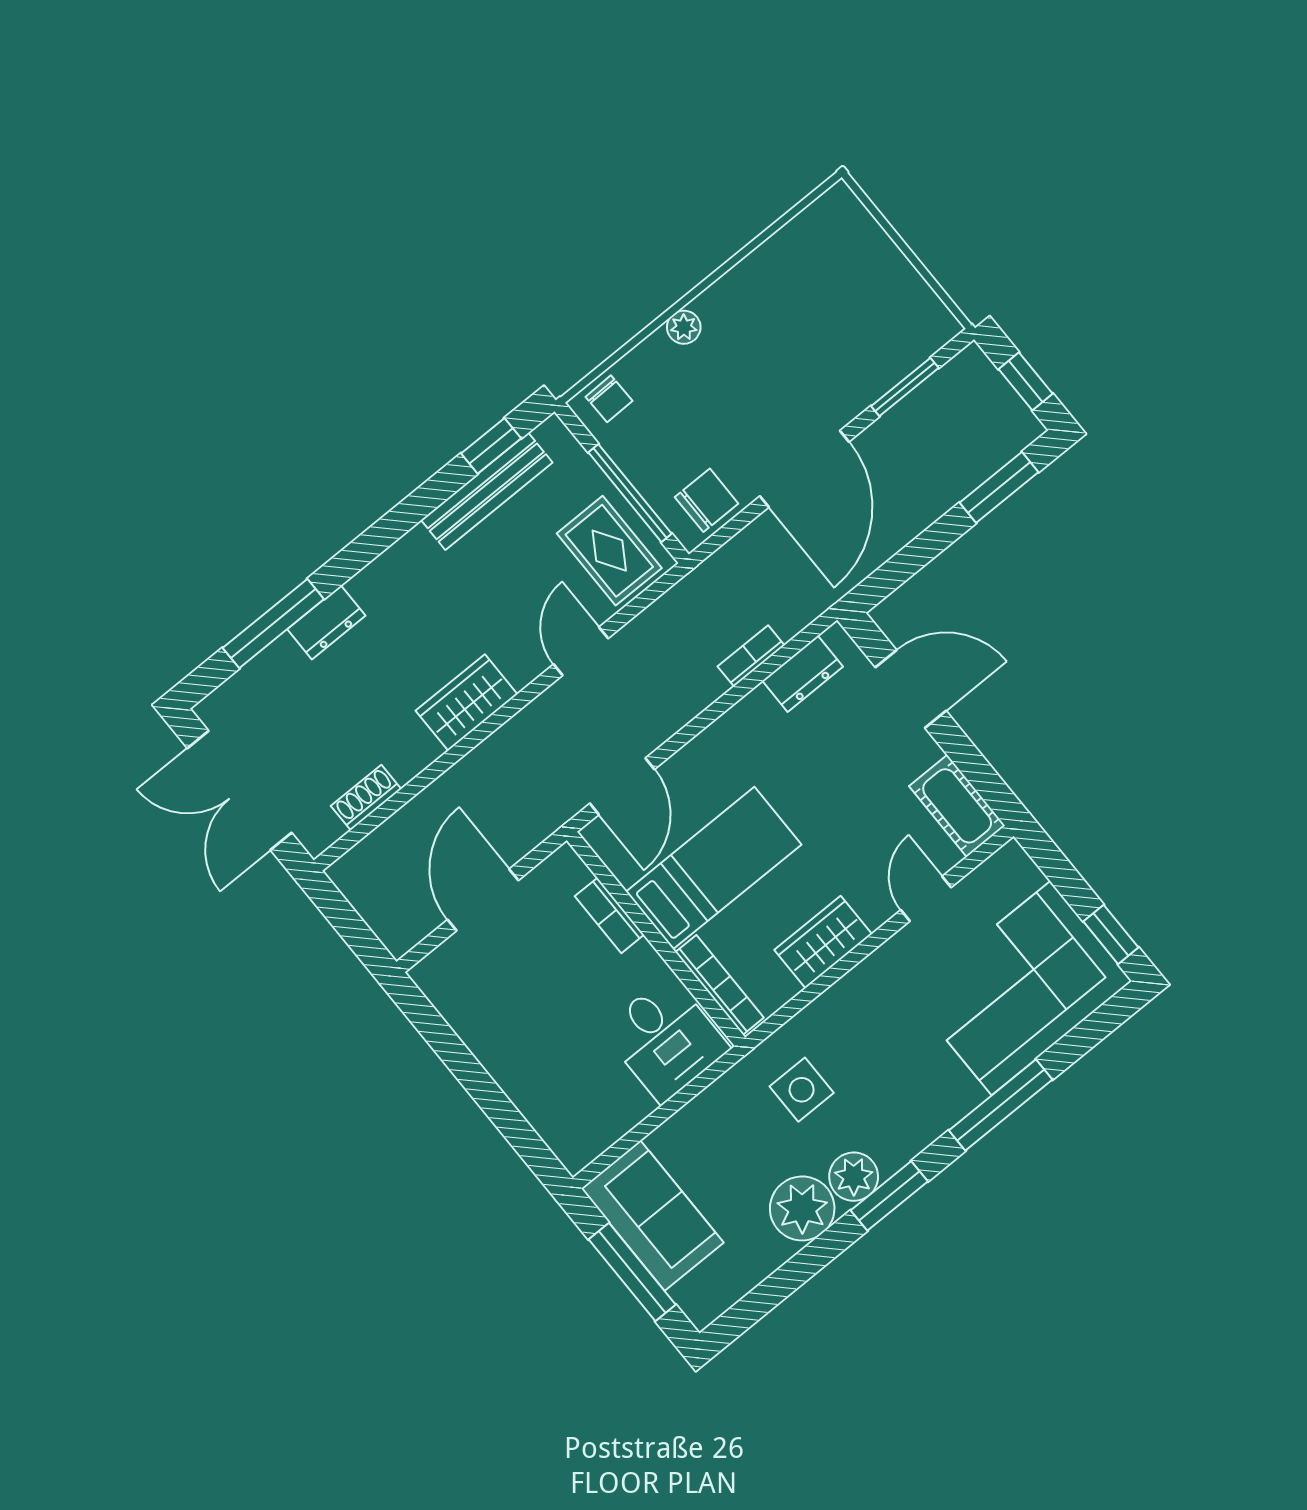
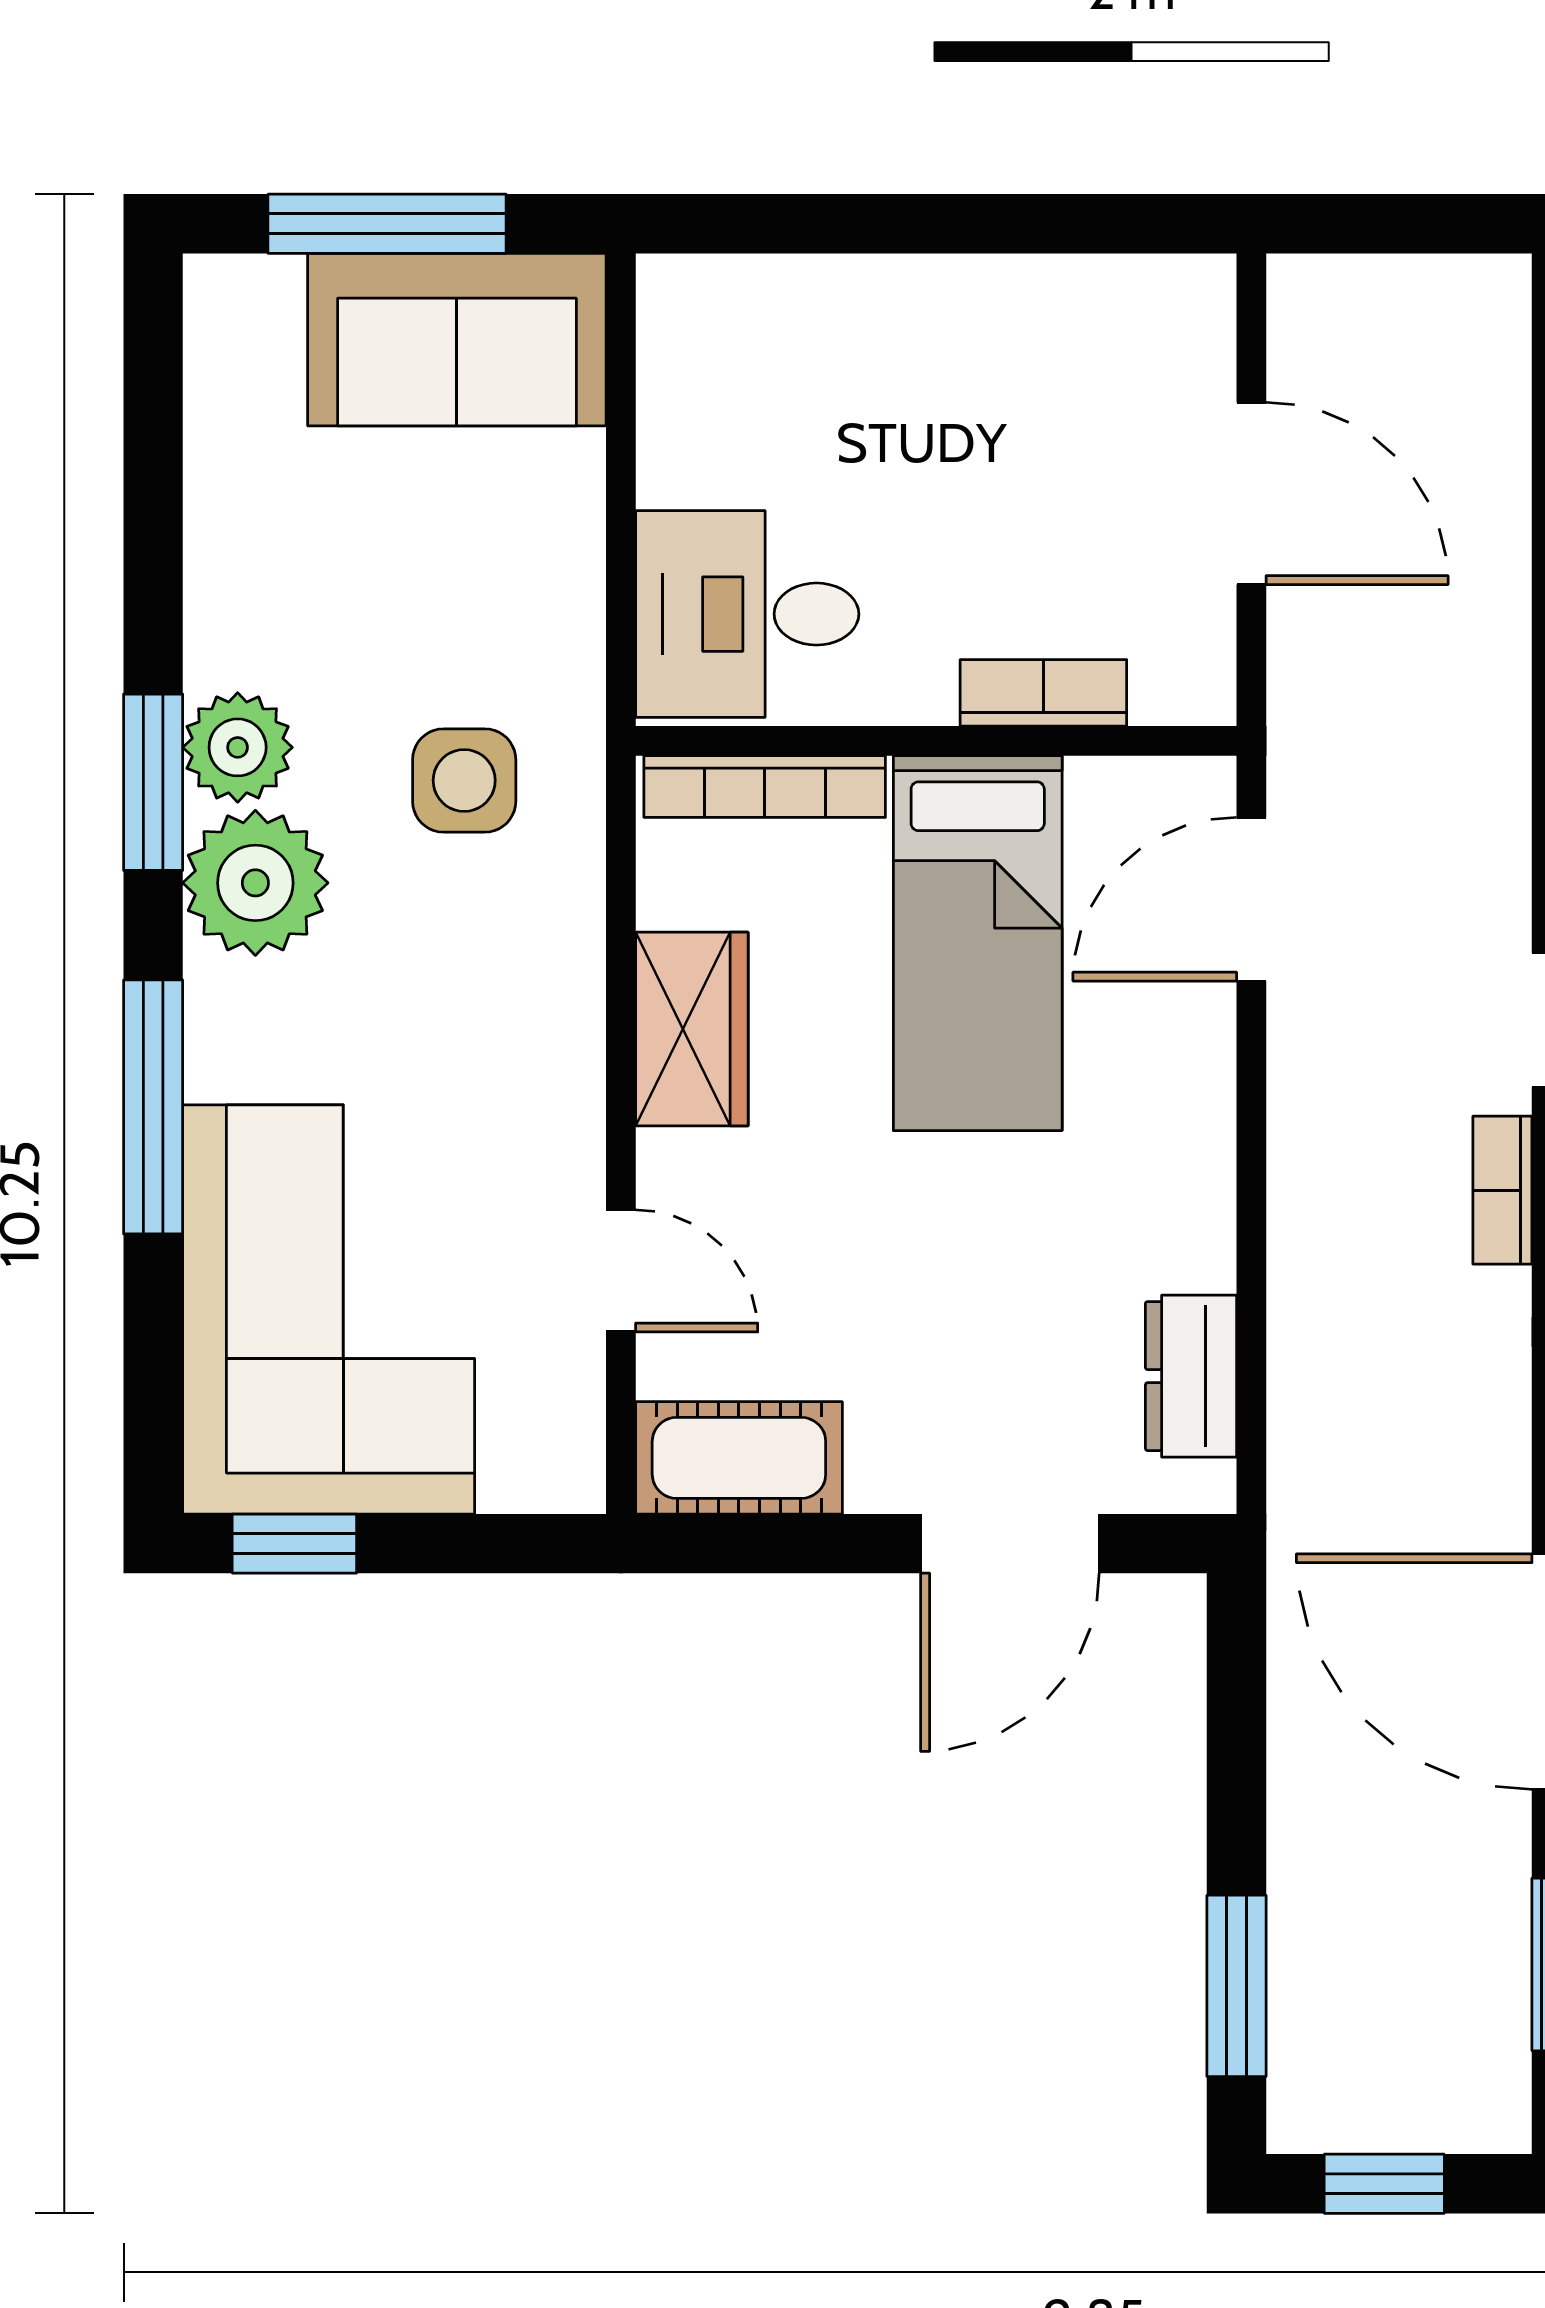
bookcase: (751, 656) -> (1502, 1190), moved, turned 180
door: (622, 786) -> (1251, 899), hinge flipped
plant: (802, 1208) -> (255, 883), moved

